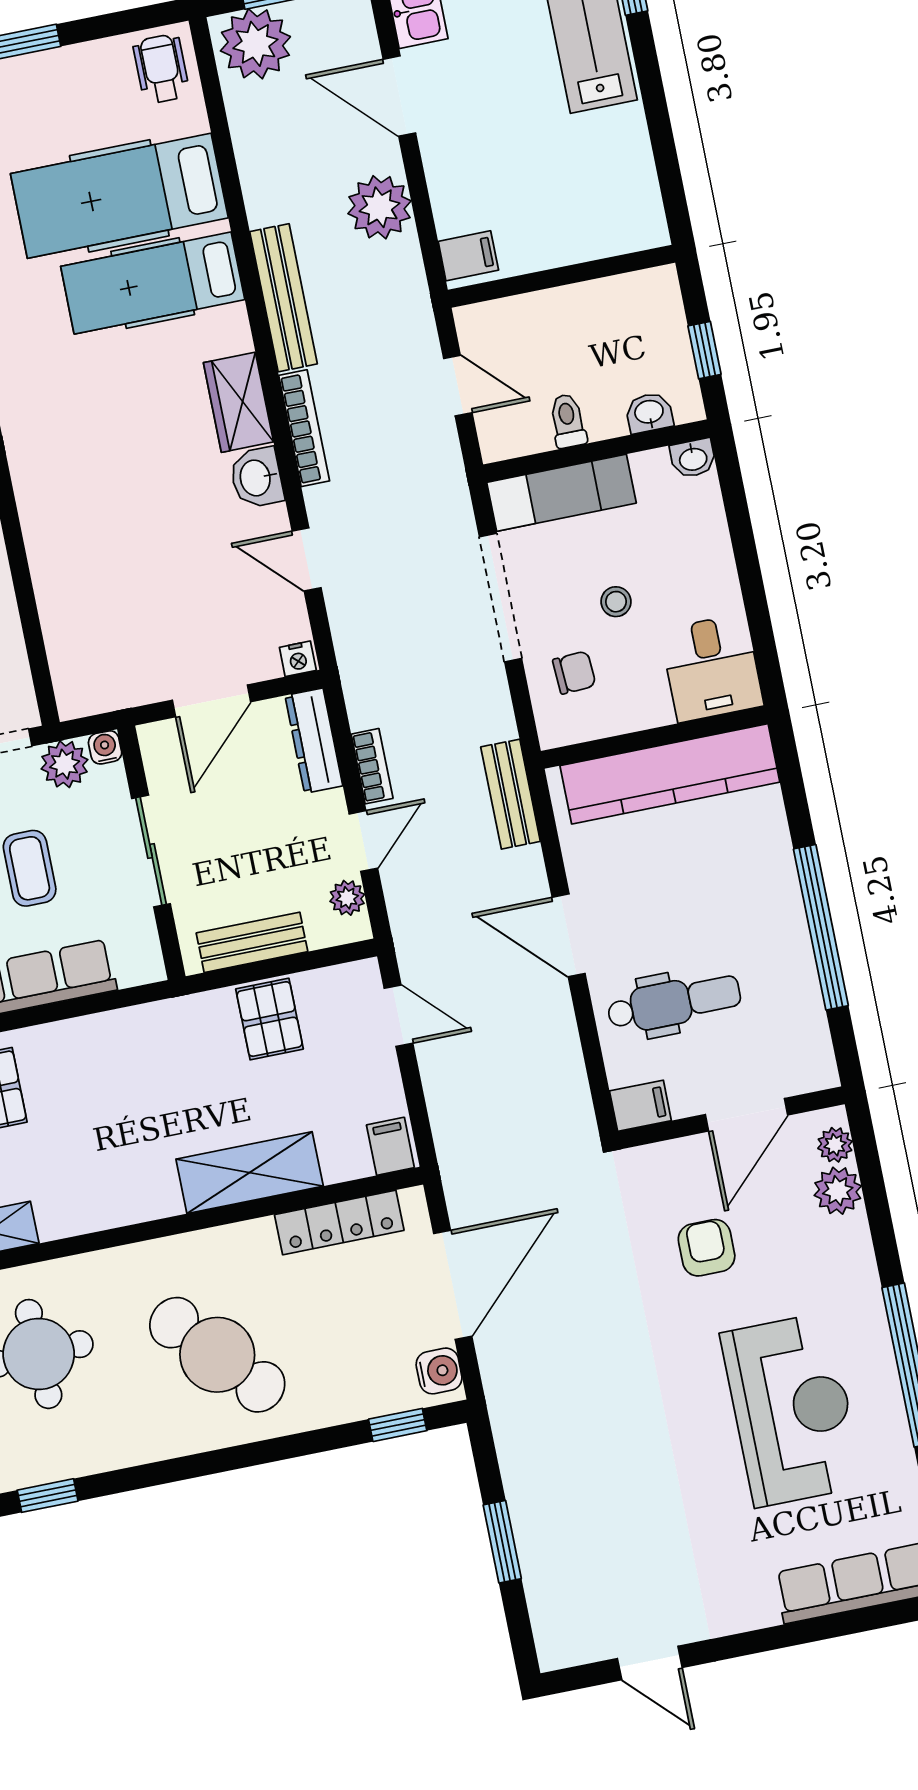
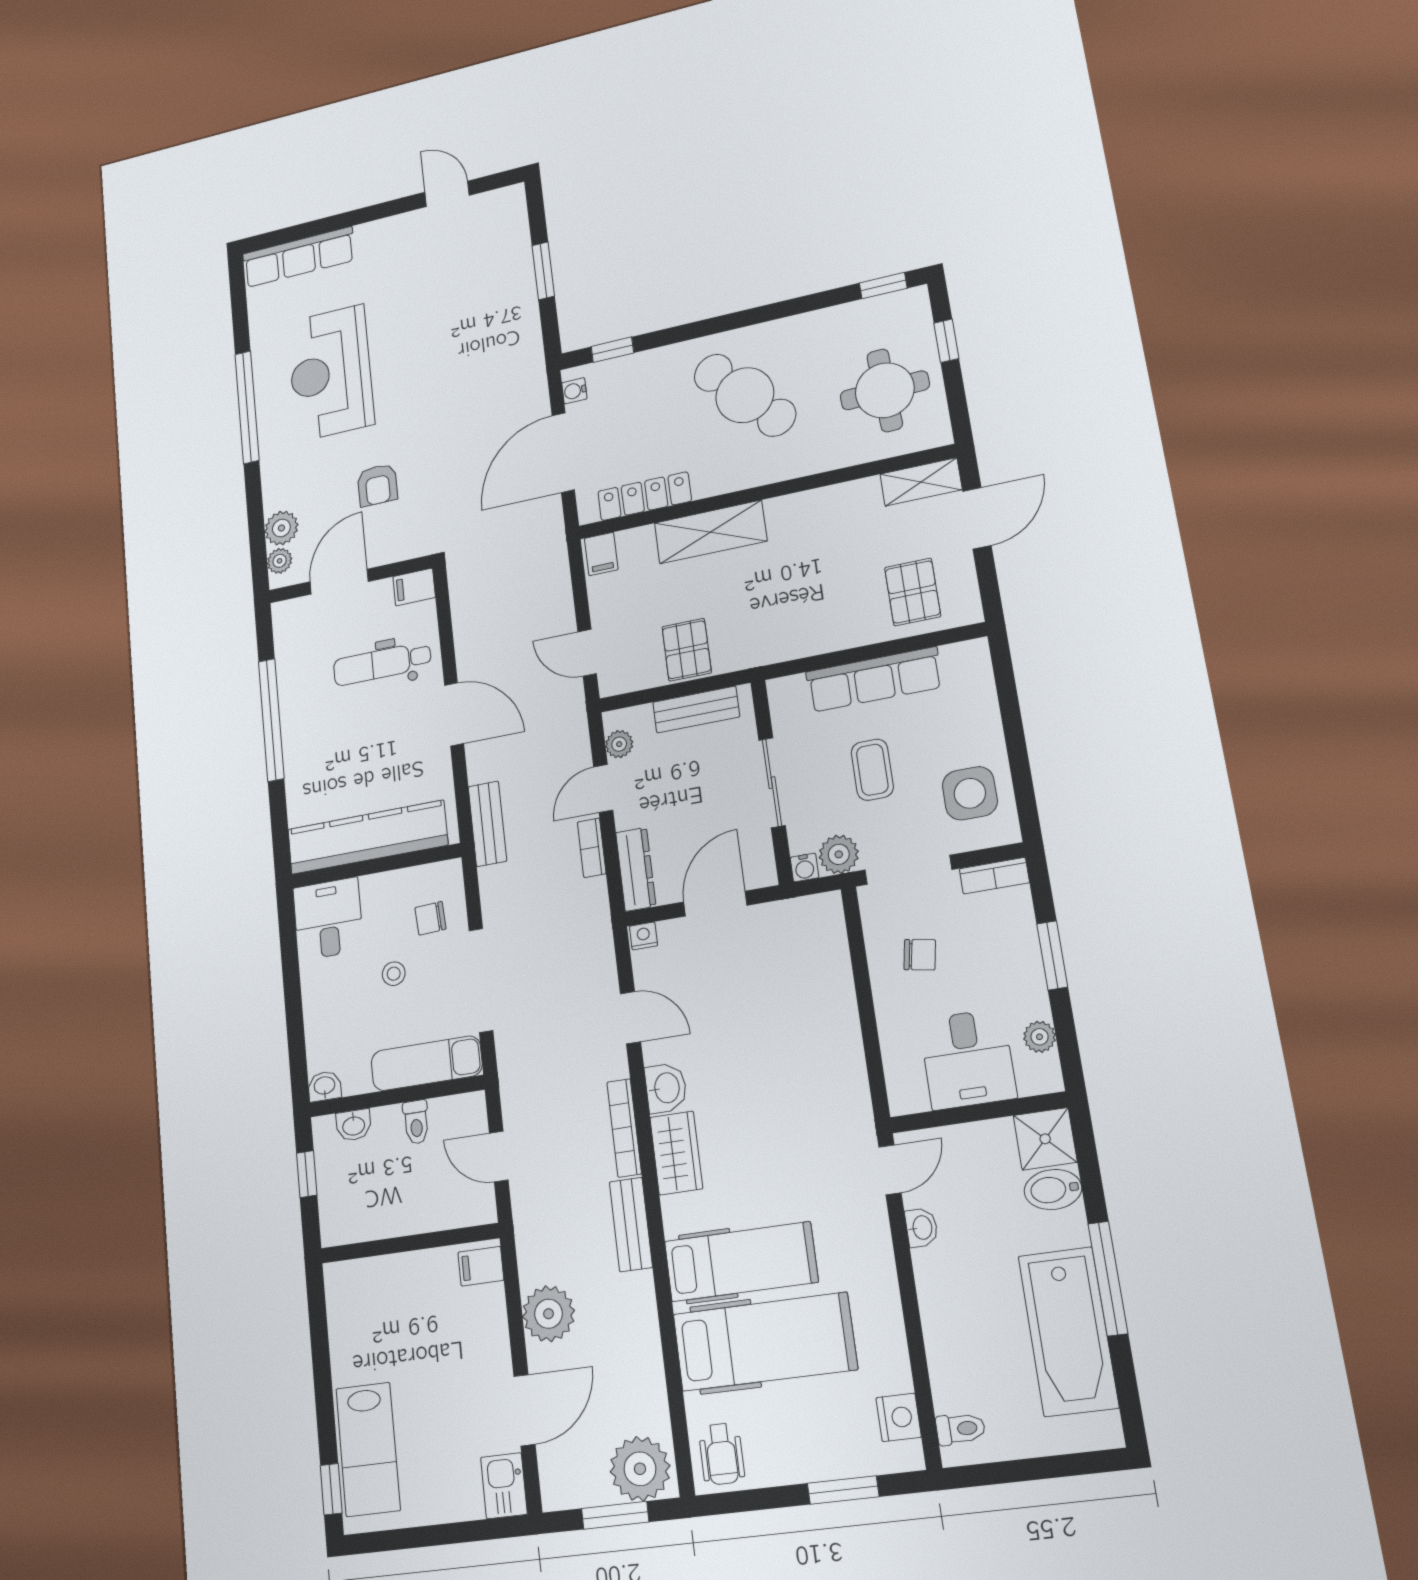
door: (399, 96) -> (524, 1410), hinge flipped
bench: (284, 298) -> (631, 1224), width x0.73
water cooler: (439, 1371) -> (574, 391), width x0.72, depth x0.72

